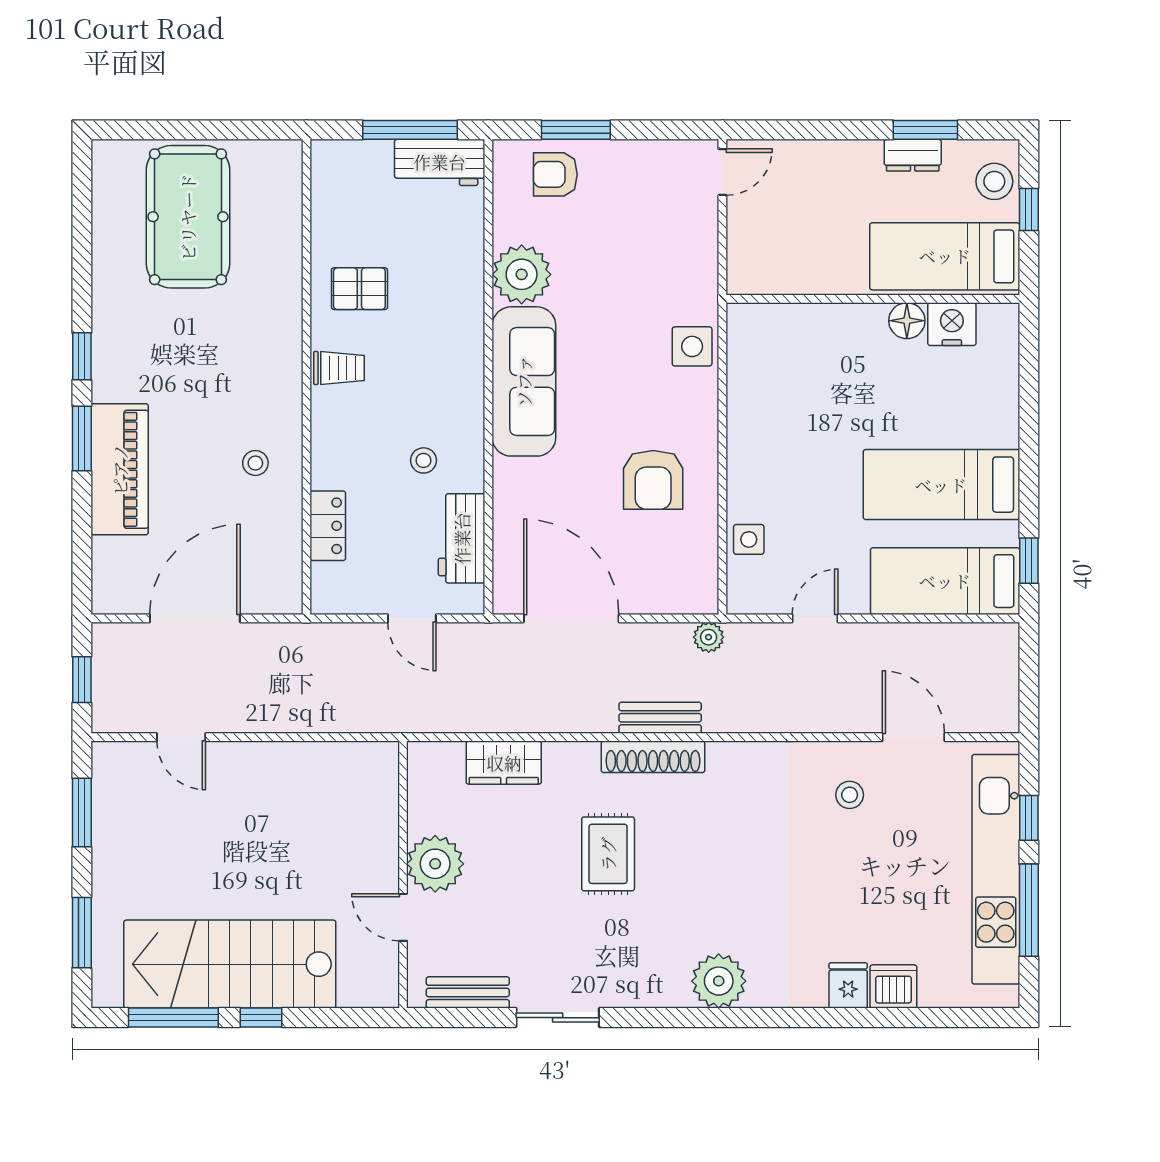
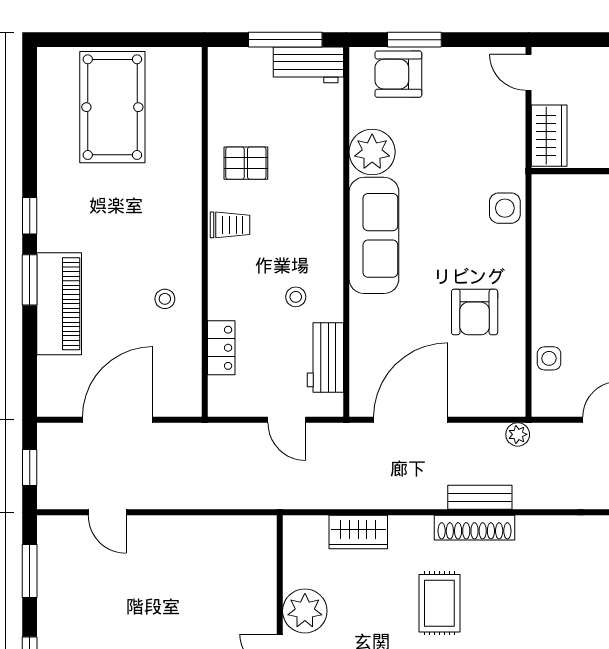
door: (722, 172) -> (528, 72), swing flipped
armchair: (555, 174) -> (398, 74), width x1.38, depth x1.38
wardrobe: (749, 253) -> (549, 136), added
door: (571, 618) -> (411, 420), hinge flipped

